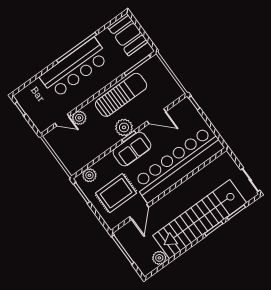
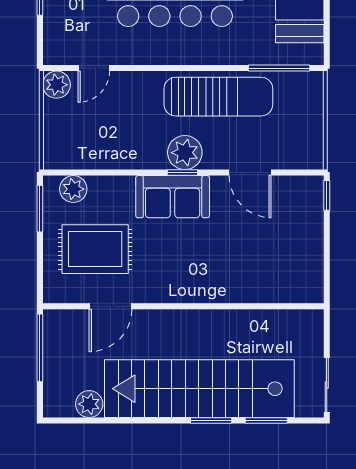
plant: (79, 118) -> (57, 85), moved
door: (62, 120) -> (94, 68), hinge flipped
bar counter: (178, 164) -> (229, 275), removed

